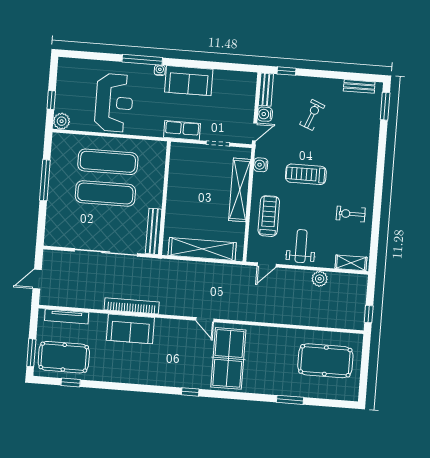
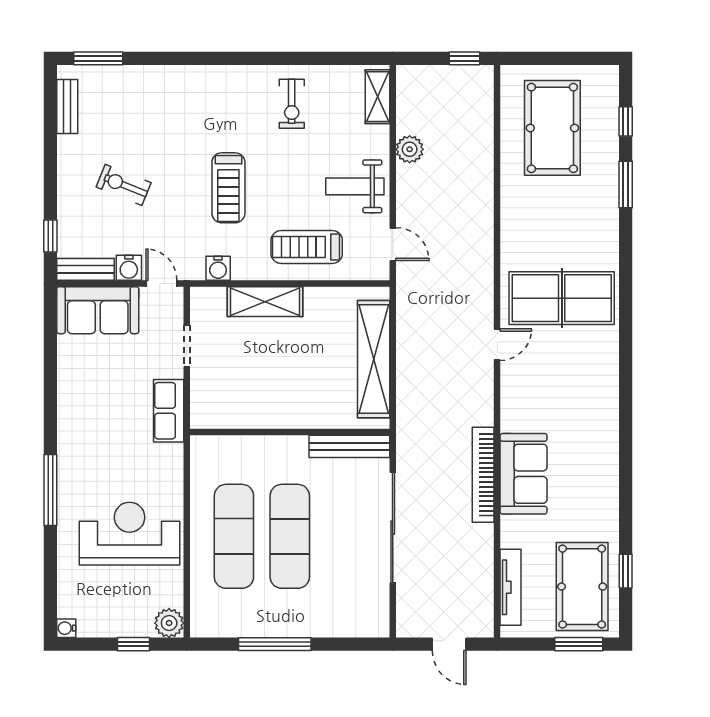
water cooler: (160, 70) -> (66, 628), moved
sofa: (189, 81) -> (98, 310), moved, turned 90
shelving: (240, 190) -> (265, 302), width x0.68
window: (190, 392) -> (626, 121), moved

